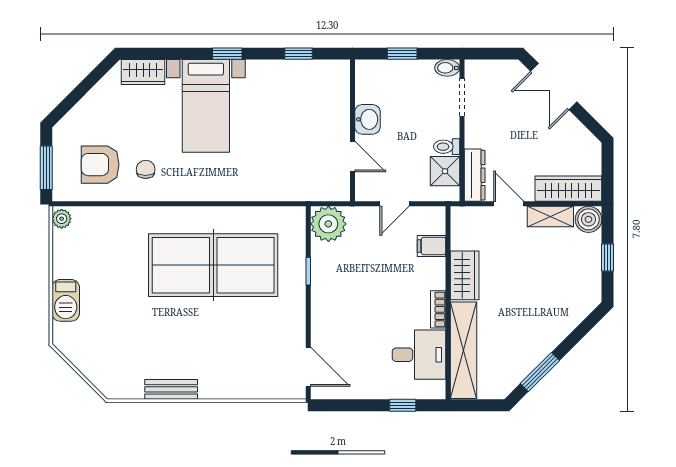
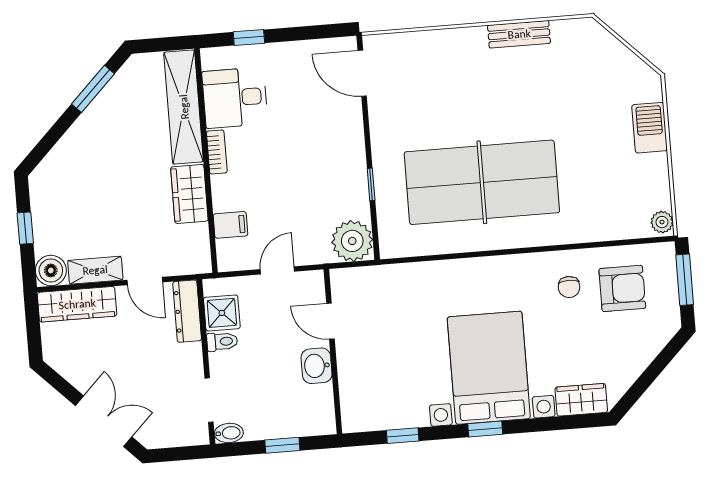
bed with nightstands: (206, 106) -> (489, 368), width x1.36

